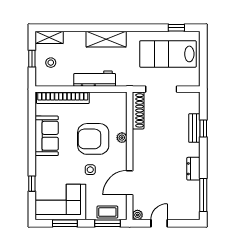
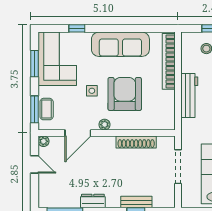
shoe rack: (138, 110) -> (136, 142), moved
sofa: (47, 136) -> (120, 44), width x1.36
plant: (122, 138) -> (105, 125), moved
door: (130, 183) -> (78, 133), swing flipped

